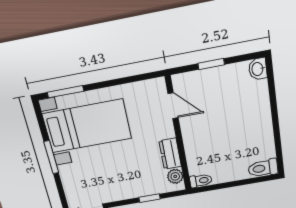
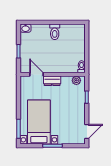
door: (173, 106) -> (36, 74), hinge flipped
dresser: (170, 154) -> (52, 81), moved
toilet: (263, 168) -> (55, 32), moved

